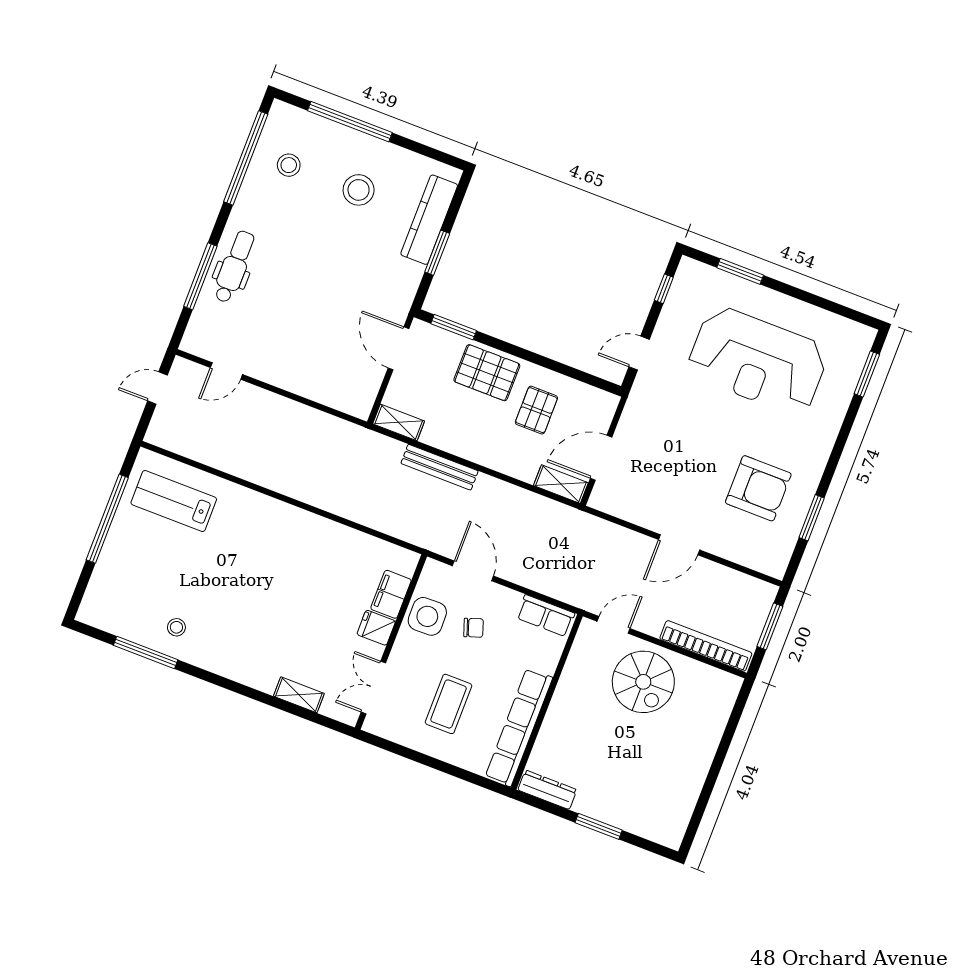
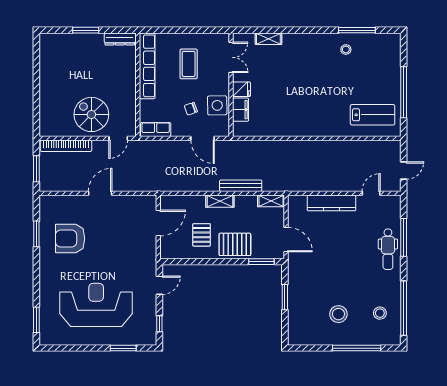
kitchen counter: (429, 220) -> (332, 203), moved, turned 90
shelving: (561, 484) -> (220, 201), moved

